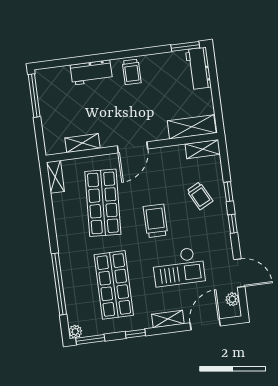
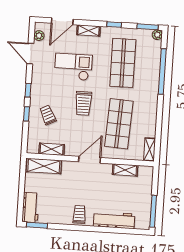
workbench: (91, 72) -> (114, 220), width x1.38
shelving: (203, 149) -> (52, 149), moved

